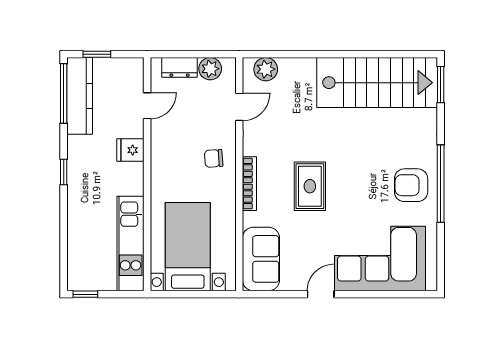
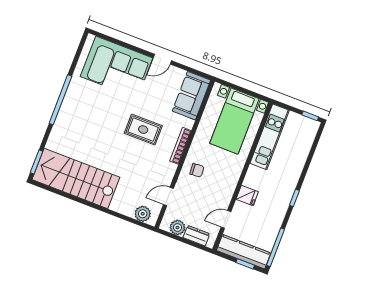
kitchen counter: (80, 96) -> (244, 252), moved, turned 90
armchair: (411, 185) -> (79, 106), removed
rug: (310, 186) -> (143, 130), turned 90

